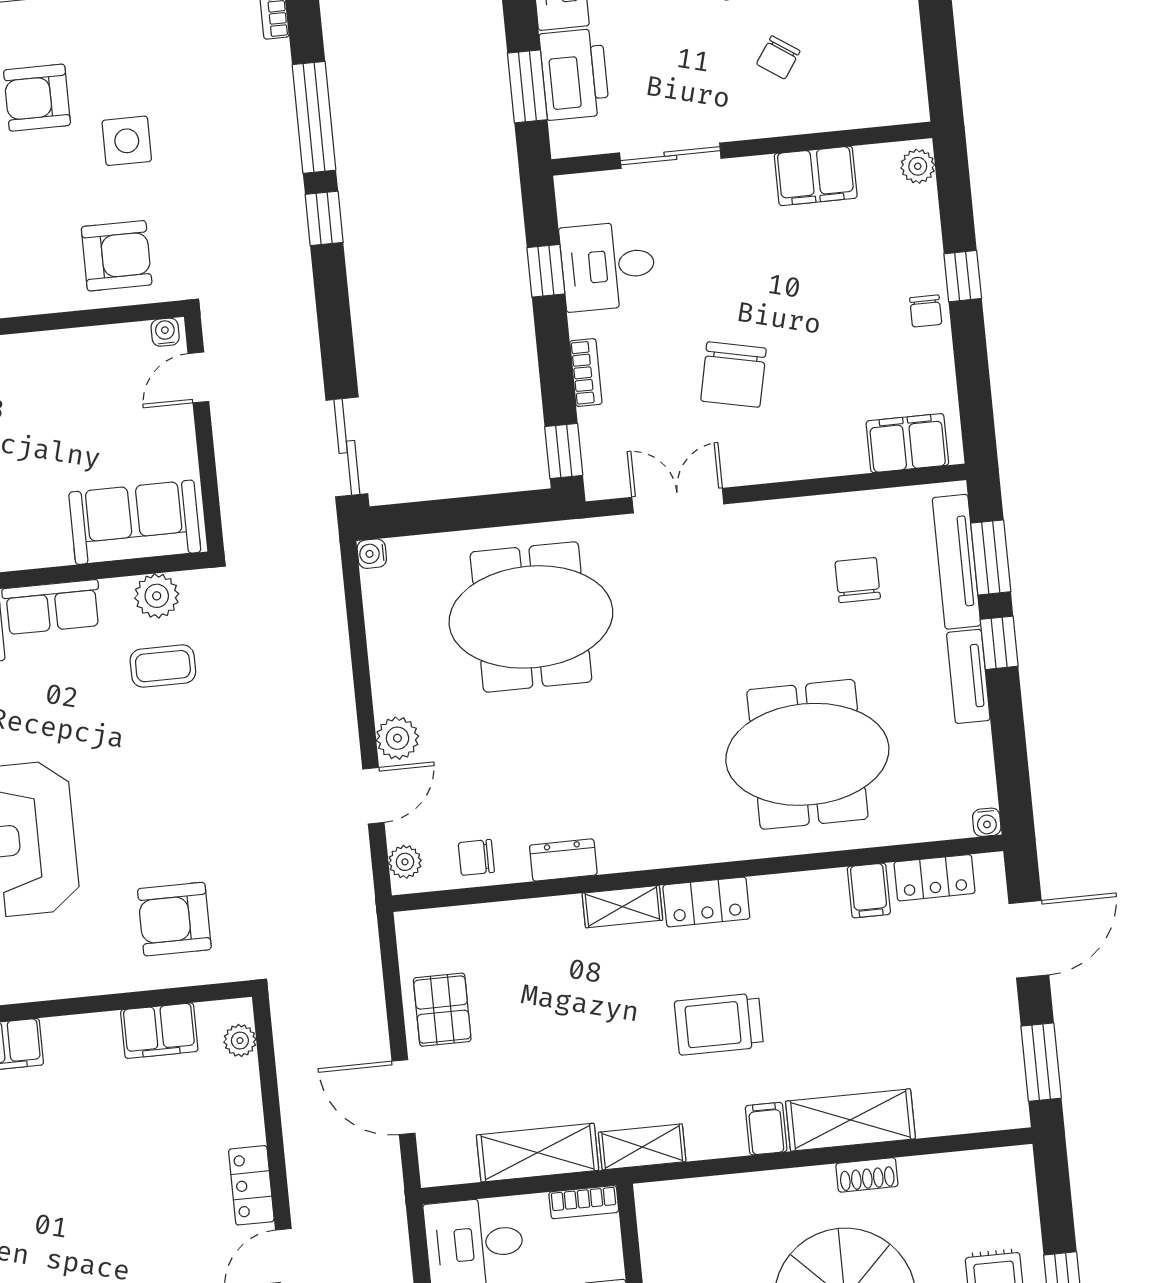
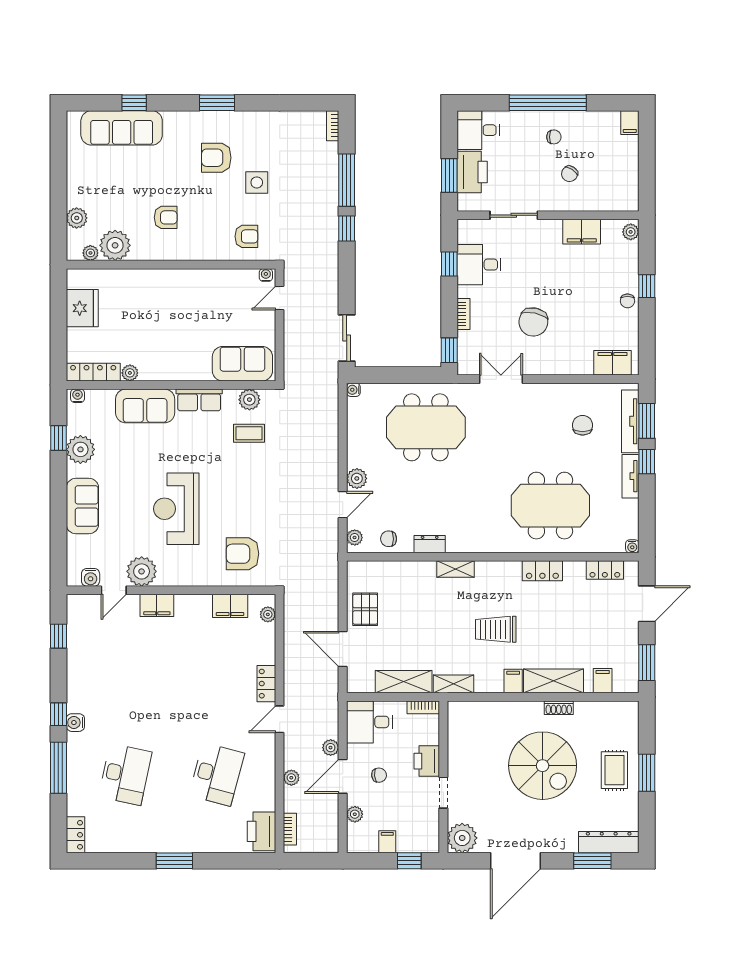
armchair: (117, 256) -> (246, 236), width x0.72, depth x0.72
filing cabinet: (869, 890) -> (603, 681), moved, turned 180
locker: (706, 902) -> (542, 571), moved

